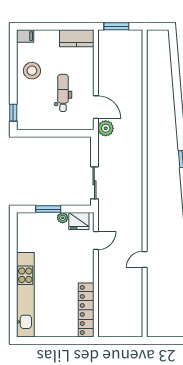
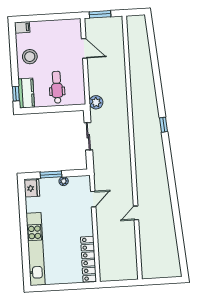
kitchen counter: (77, 38) -> (26, 93), moved, turned -90
dental chair: (63, 93) -> (57, 87), moved
door: (96, 107) -> (84, 48), moved
sliding door: (94, 183) -> (88, 136), moved
fridge: (79, 221) -> (32, 188), moved, turned -90

